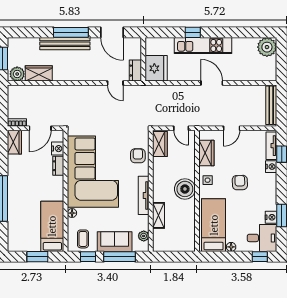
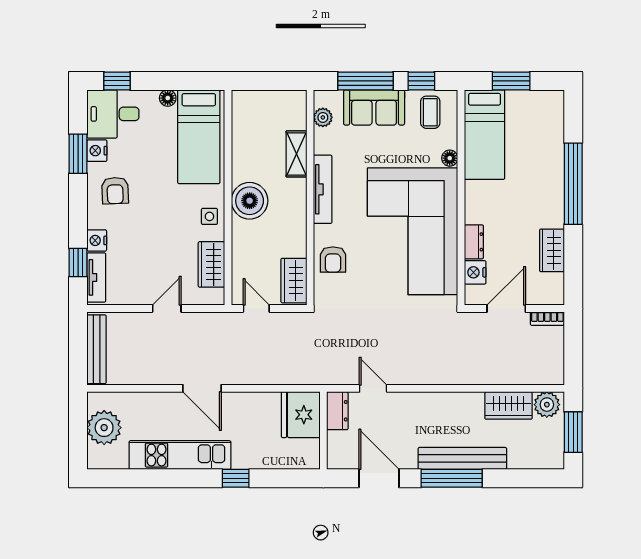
kitchen unit: (203, 45) -> (180, 455), moved
plant: (267, 47) -> (104, 428), moved
wardrobe: (14, 142) -> (552, 250), moved
armchair: (240, 183) -> (115, 191), moved

